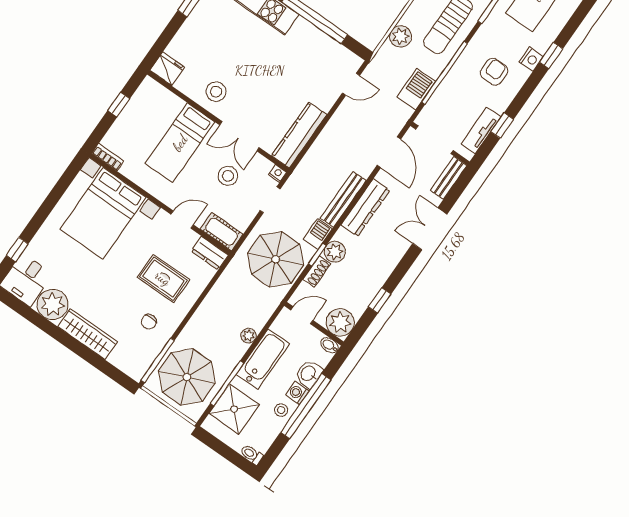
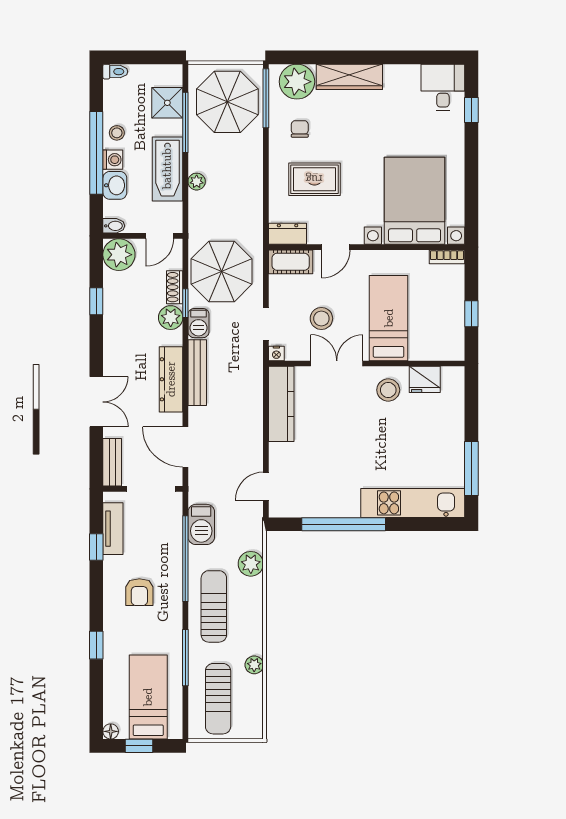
nightstand: (531, 59) -> (113, 628), removed
fridge: (167, 69) -> (425, 379), moved
plant: (53, 304) -> (297, 82), moved
shower: (234, 409) -> (167, 103), width x0.73, depth x0.73

